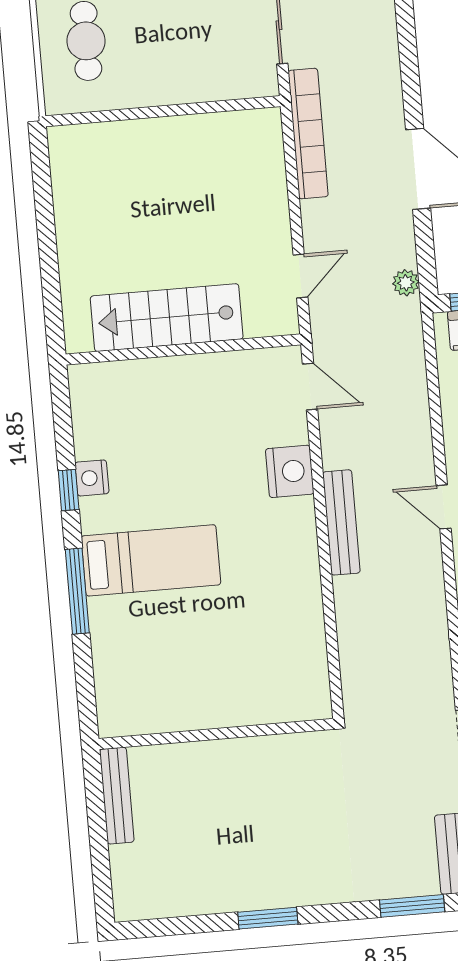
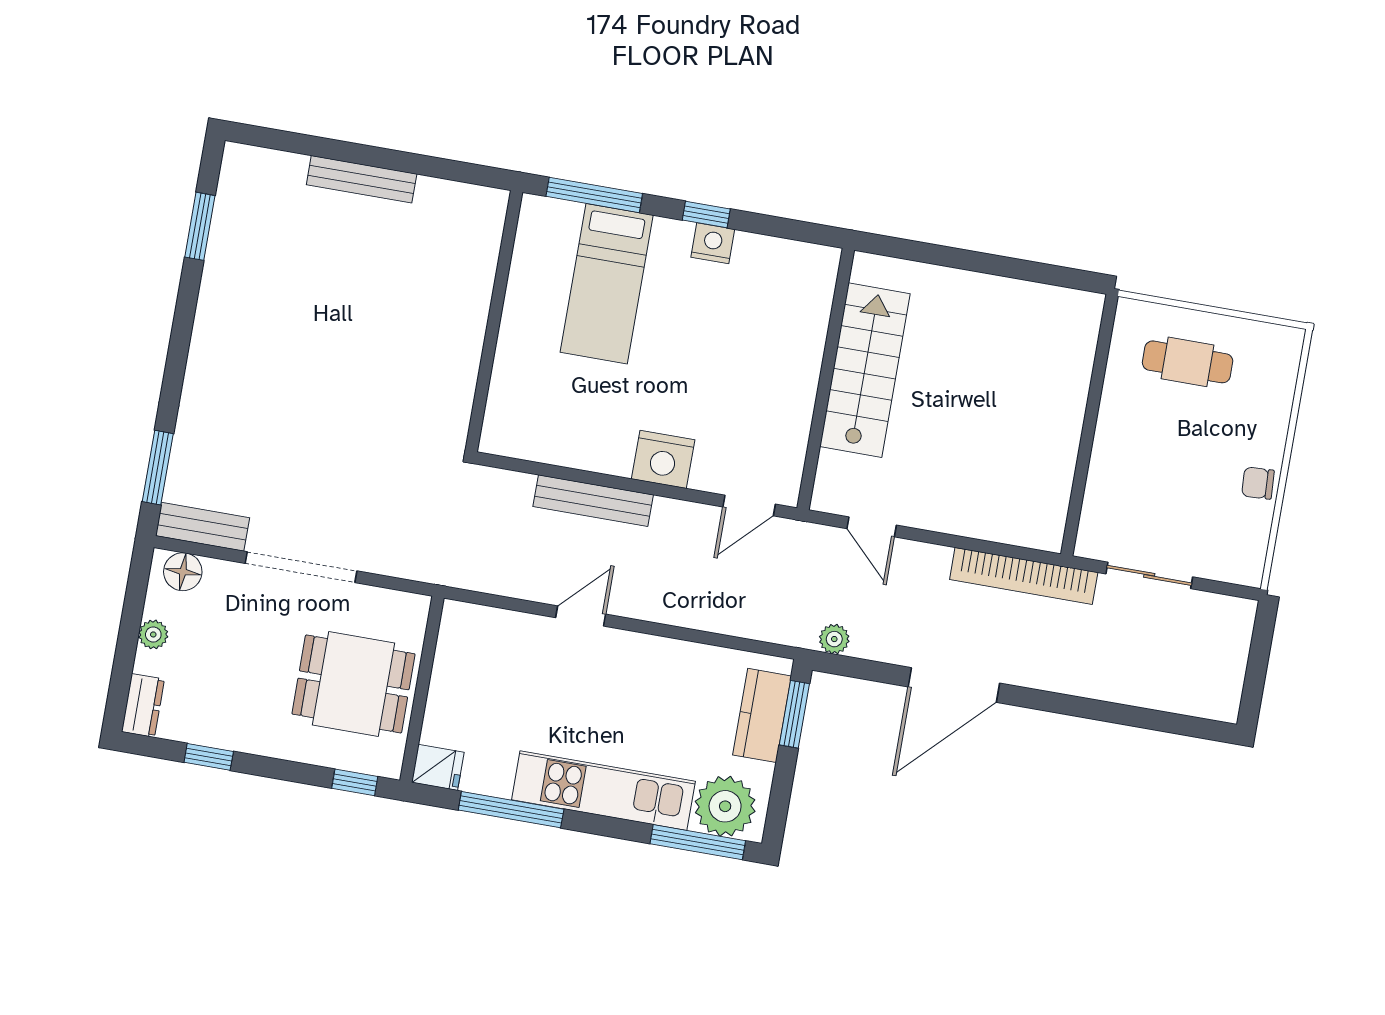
wall: (216, 734) -> (494, 321), moved
window: (268, 918) -> (200, 226), moved

